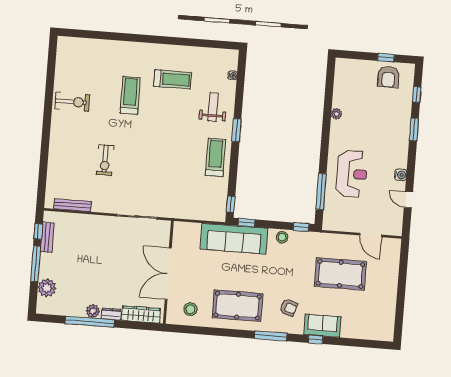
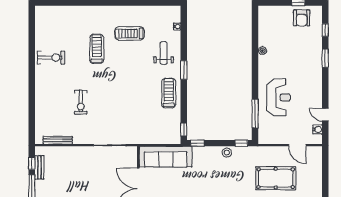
treadmill: (173, 79) -> (129, 33), turned 180
water cooler: (401, 175) -> (317, 129), moved
sofa: (234, 239) -> (166, 157), moved

